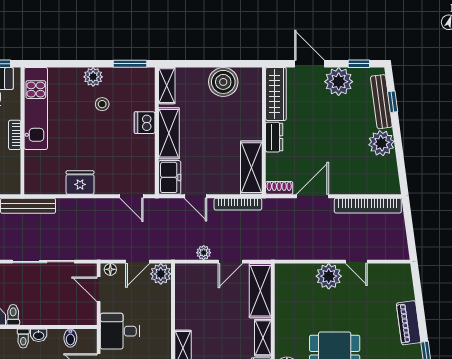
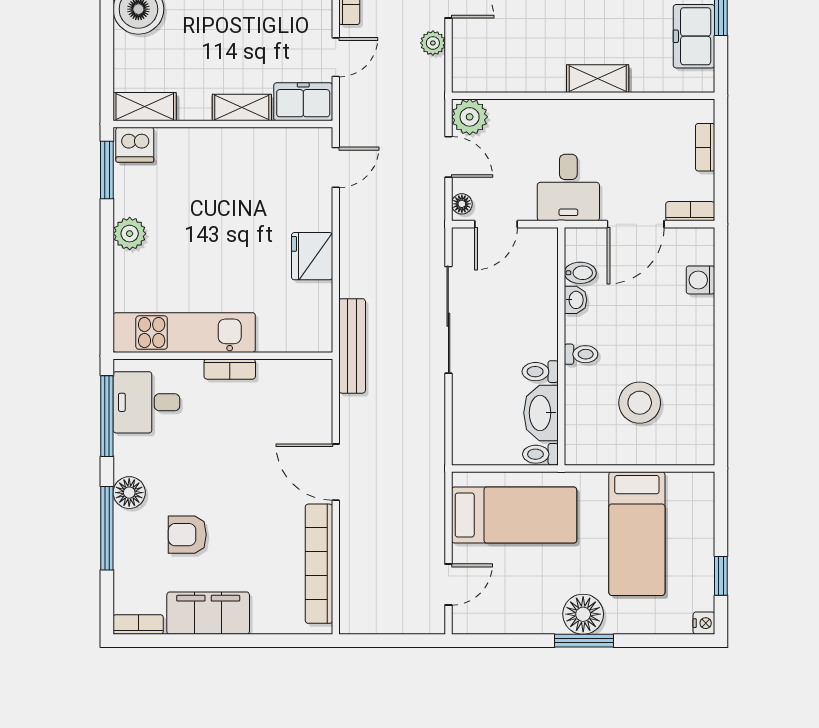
stool: (102, 104) -> (177, 218), removed
dishwasher: (145, 123) -> (135, 145), moved
shelving: (169, 133) -> (242, 107), width x0.67, depth x0.75
washbasin: (39, 335) -> (575, 300), moved

